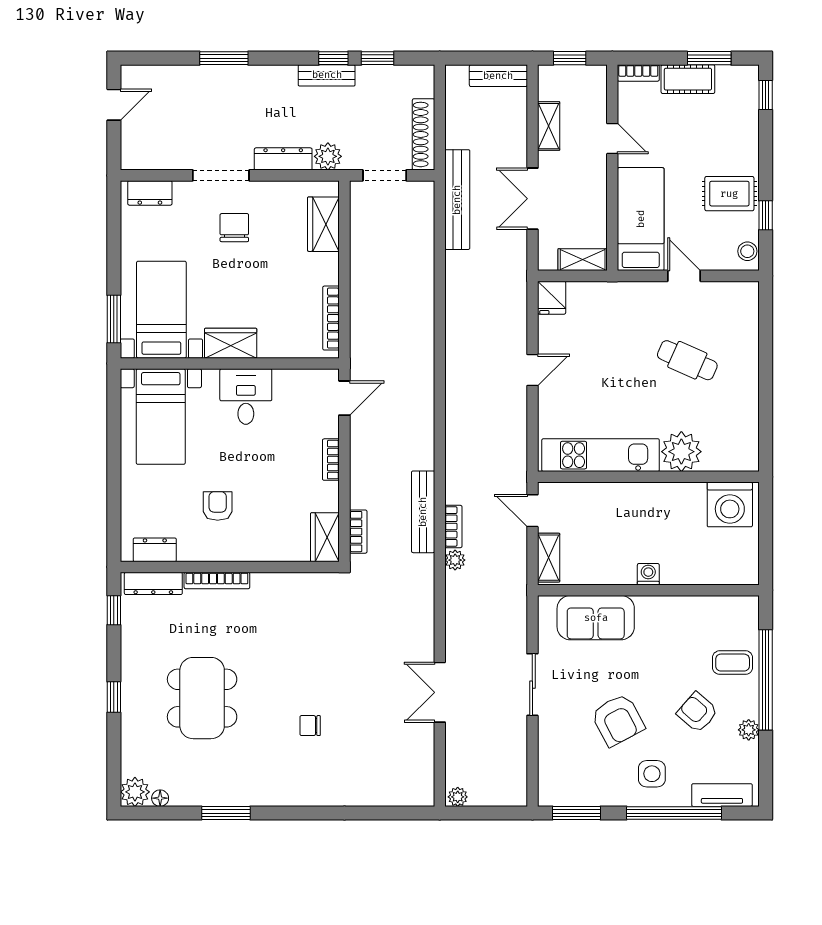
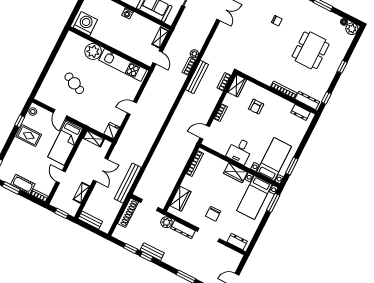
window: (114, 421) -> (292, 166), added
armchair: (218, 506) -> (256, 107), moved

